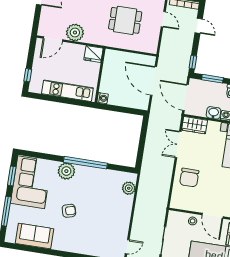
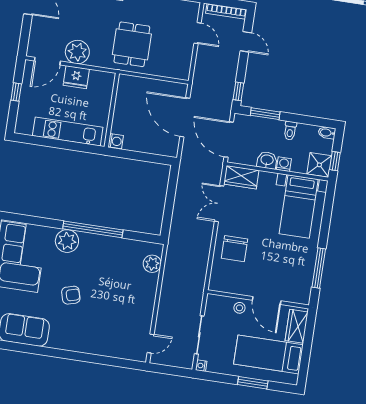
dining table: (125, 20) -> (132, 44), moved, turned 90
fridge: (94, 54) -> (76, 77), moved
window: (28, 75) -> (16, 92), moved

